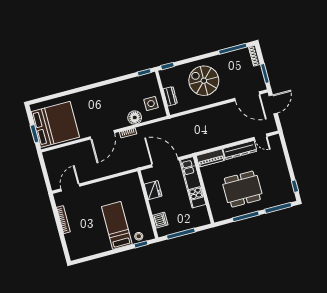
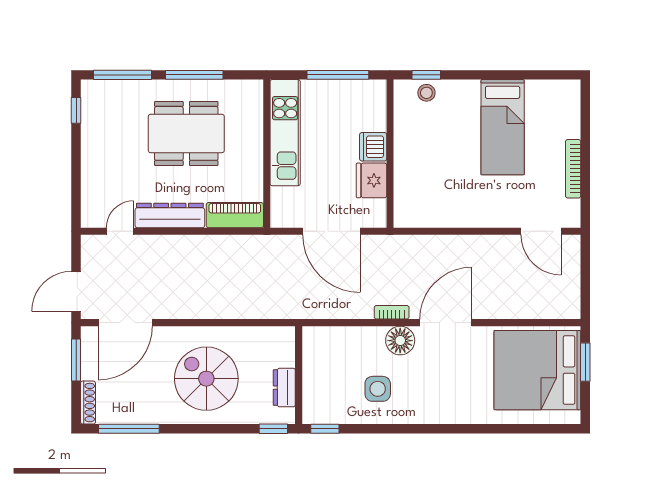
spiral stairs: (204, 81) -> (206, 379), turned 180
dresser: (170, 96) -> (284, 388), moved
door: (247, 96) -> (125, 323), swing flipped
side table: (151, 104) -> (378, 389), moved
floor lamp: (135, 118) -> (400, 341), moved
door: (261, 137) -> (120, 231), hinge flipped
kitchen unit: (193, 182) -> (285, 133), moved
door: (70, 187) -> (541, 231), hinge flipped
dishwasher: (160, 220) -> (373, 147), moved
bed: (117, 225) -> (503, 127), moved

